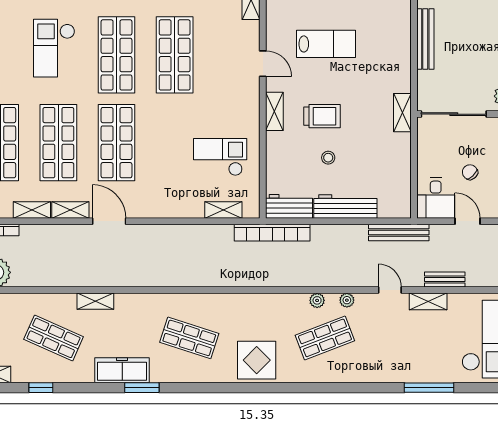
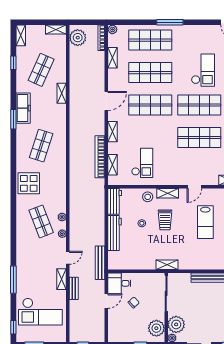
checkout: (54, 48) -> (203, 70), turned 90
stool: (281, 147) -> (148, 197), added
shelving: (70, 210) -> (113, 132), moved
bookcase: (272, 233) -> (100, 157), moved

